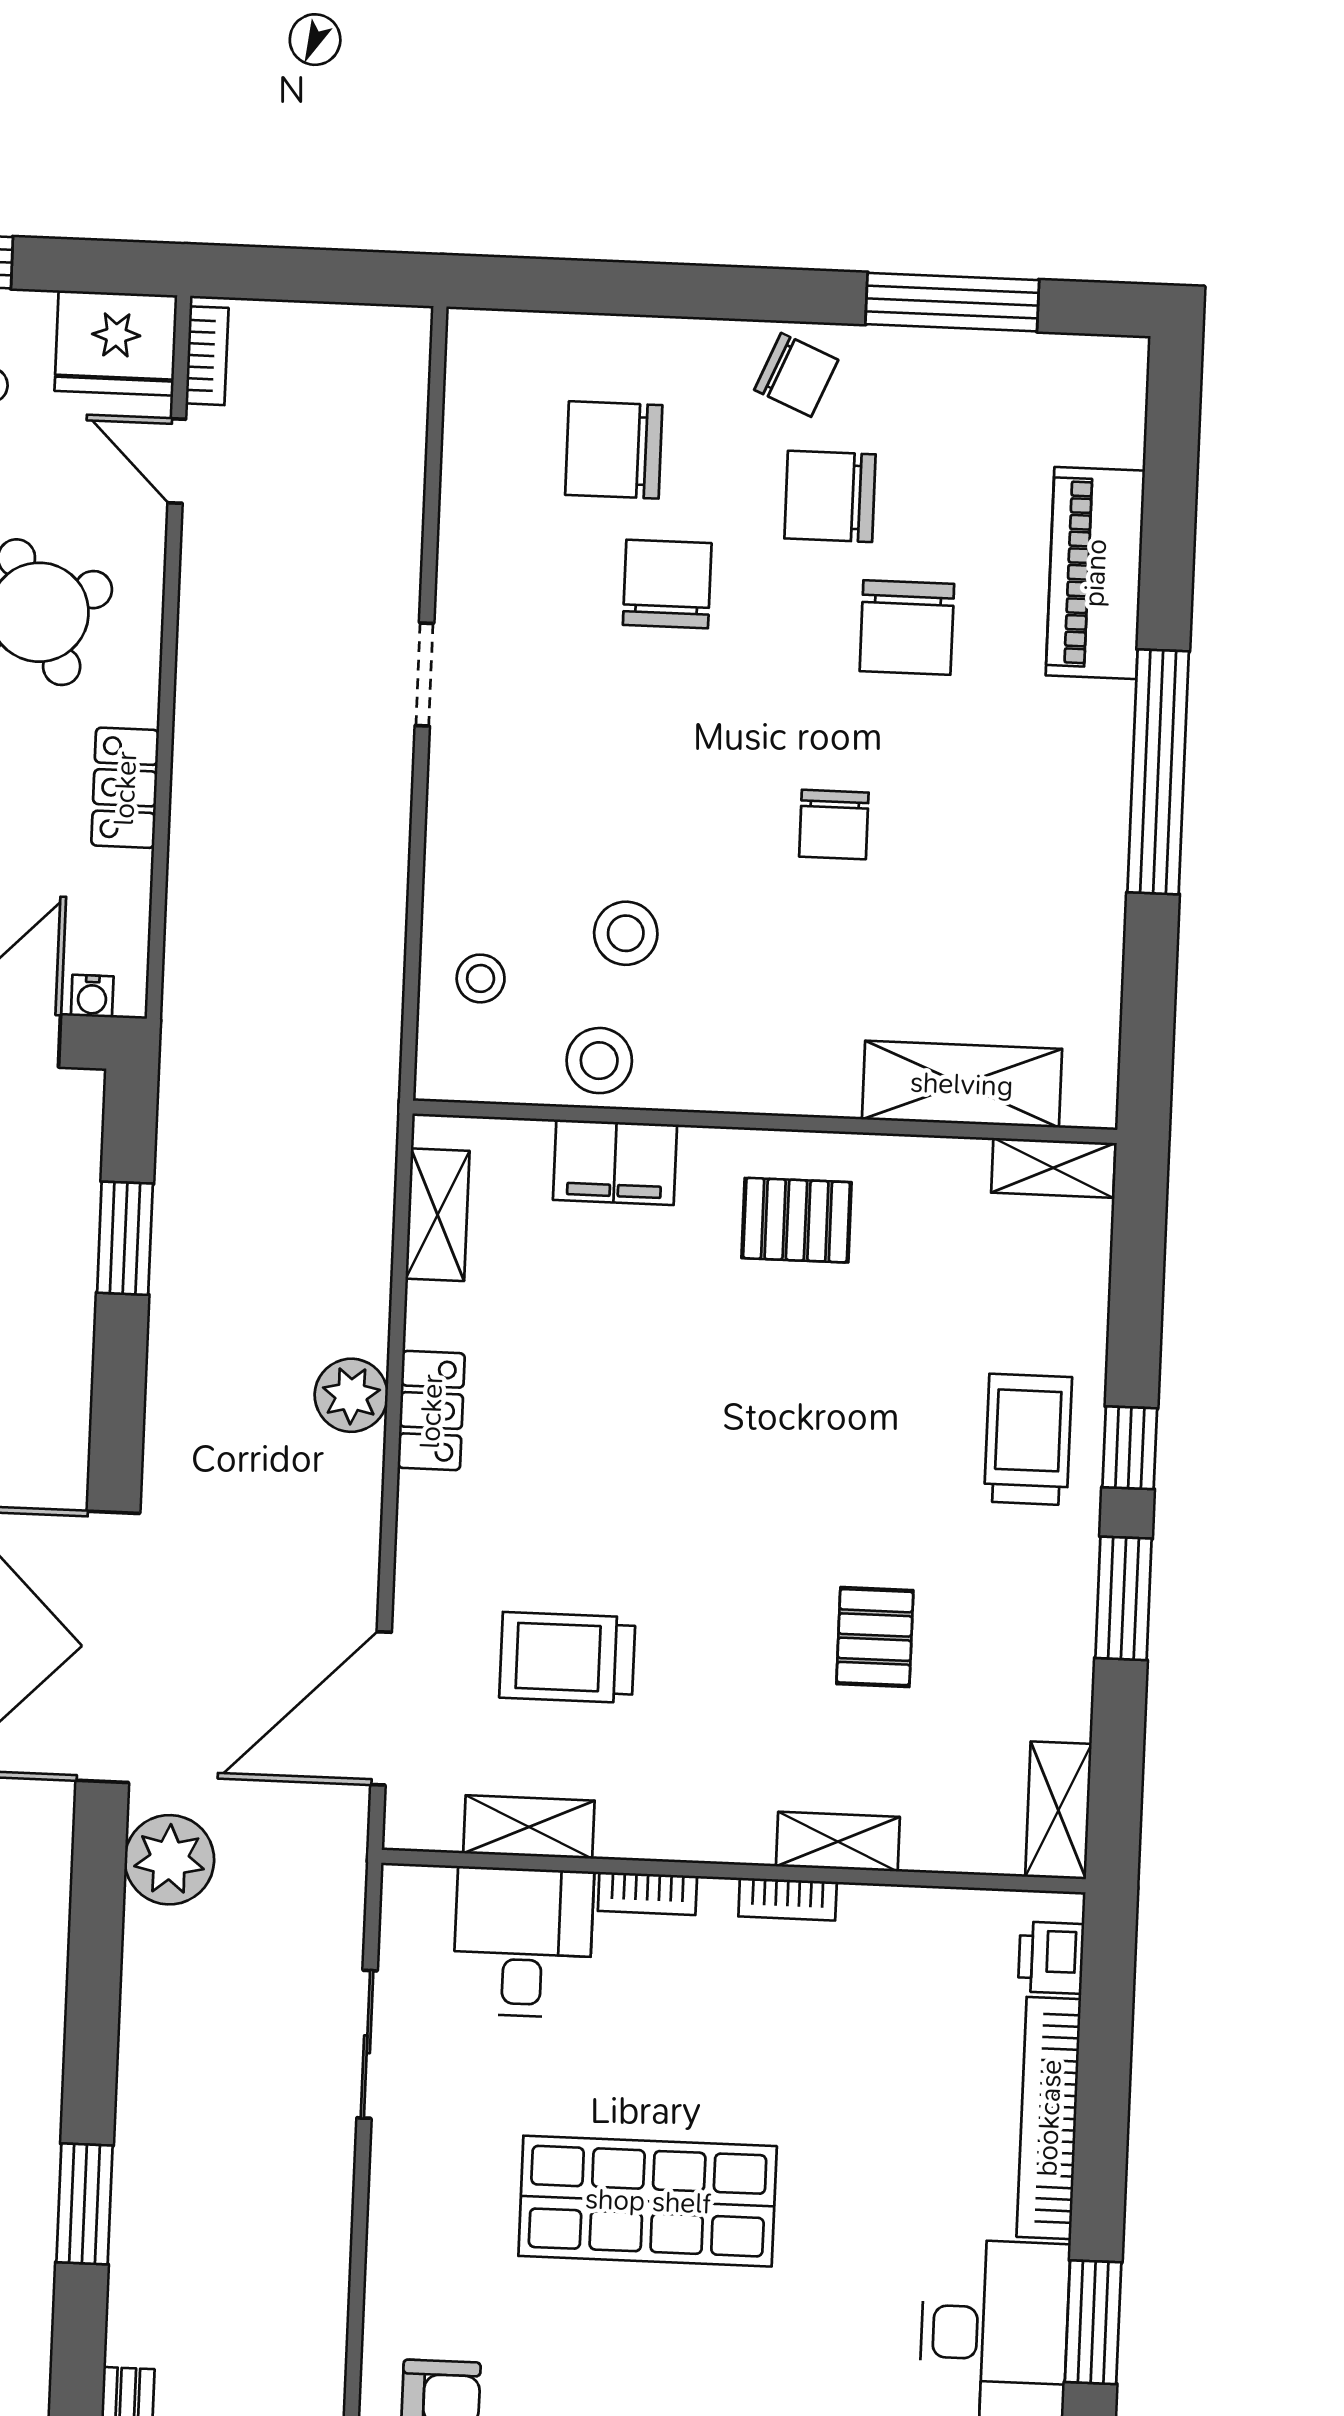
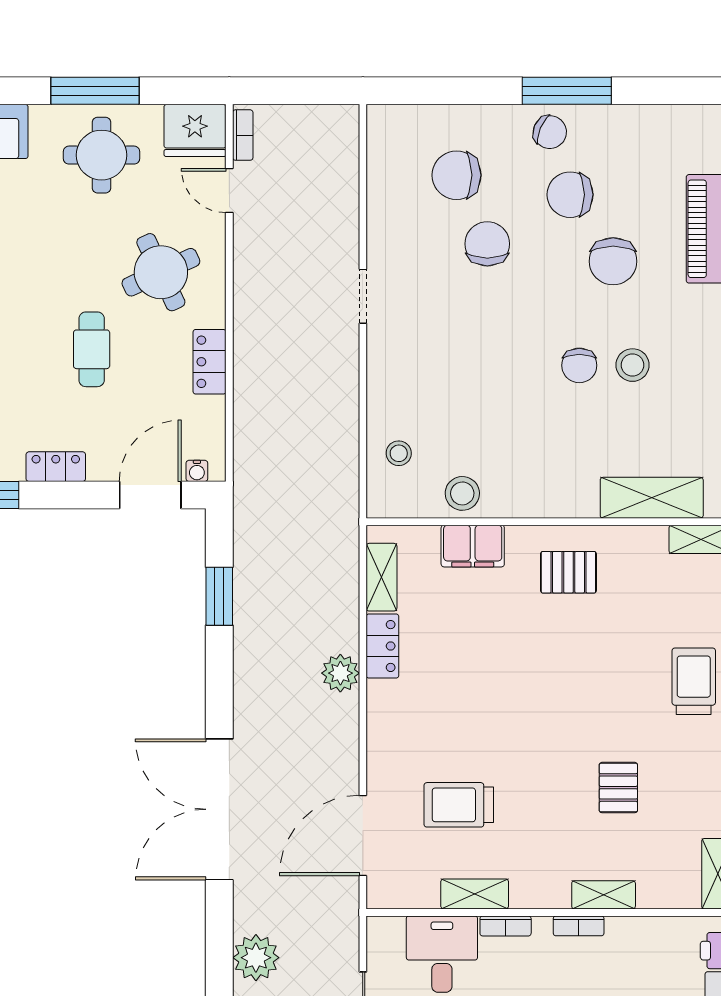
window: (952, 302) -> (567, 91), moved
stool: (626, 933) -> (632, 365), moved
locker: (431, 1411) -> (382, 646), moved
shelving: (529, 1827) -> (475, 894), moved
plant: (169, 1860) -> (256, 958), moved

